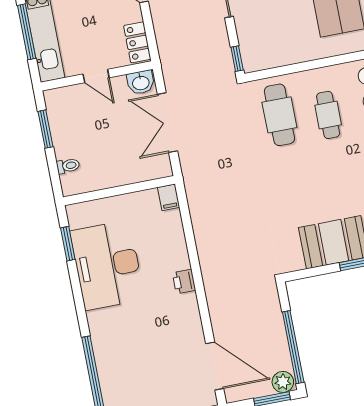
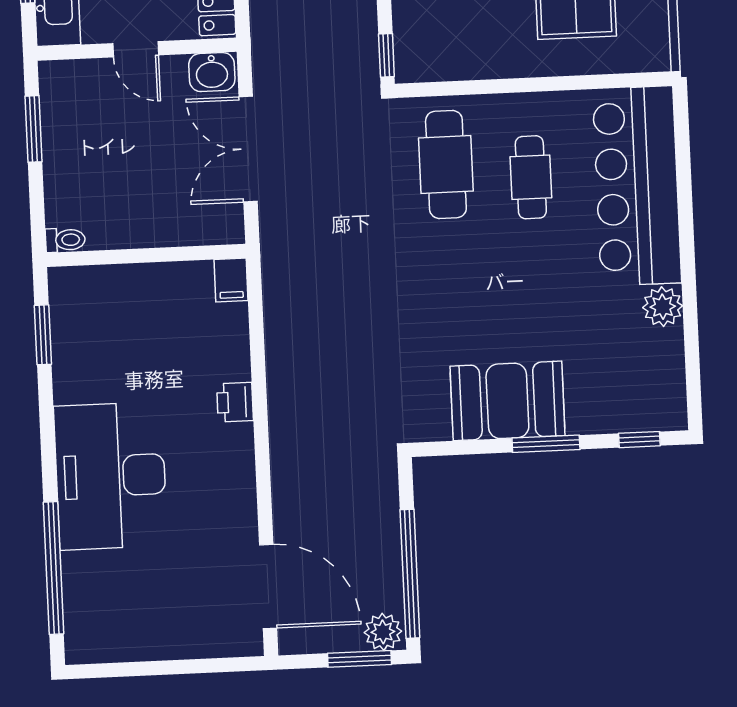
toilet: (68, 166) -> (65, 240), moved
desk: (107, 265) -> (111, 476), moved
printer: (184, 282) -> (235, 402), moved

